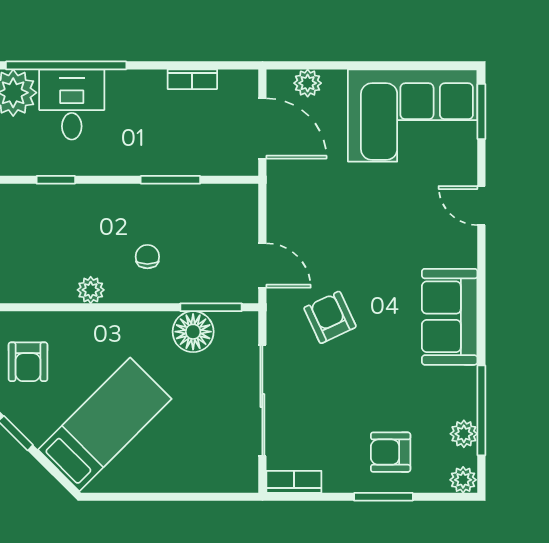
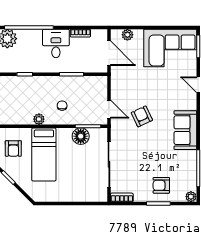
desk: (72, 104) -> (56, 43), moved
armchair: (330, 317) -> (142, 116), moved
bed: (105, 424) -> (44, 154), moved, turned 135
plant: (464, 434) -> (191, 178), removed

